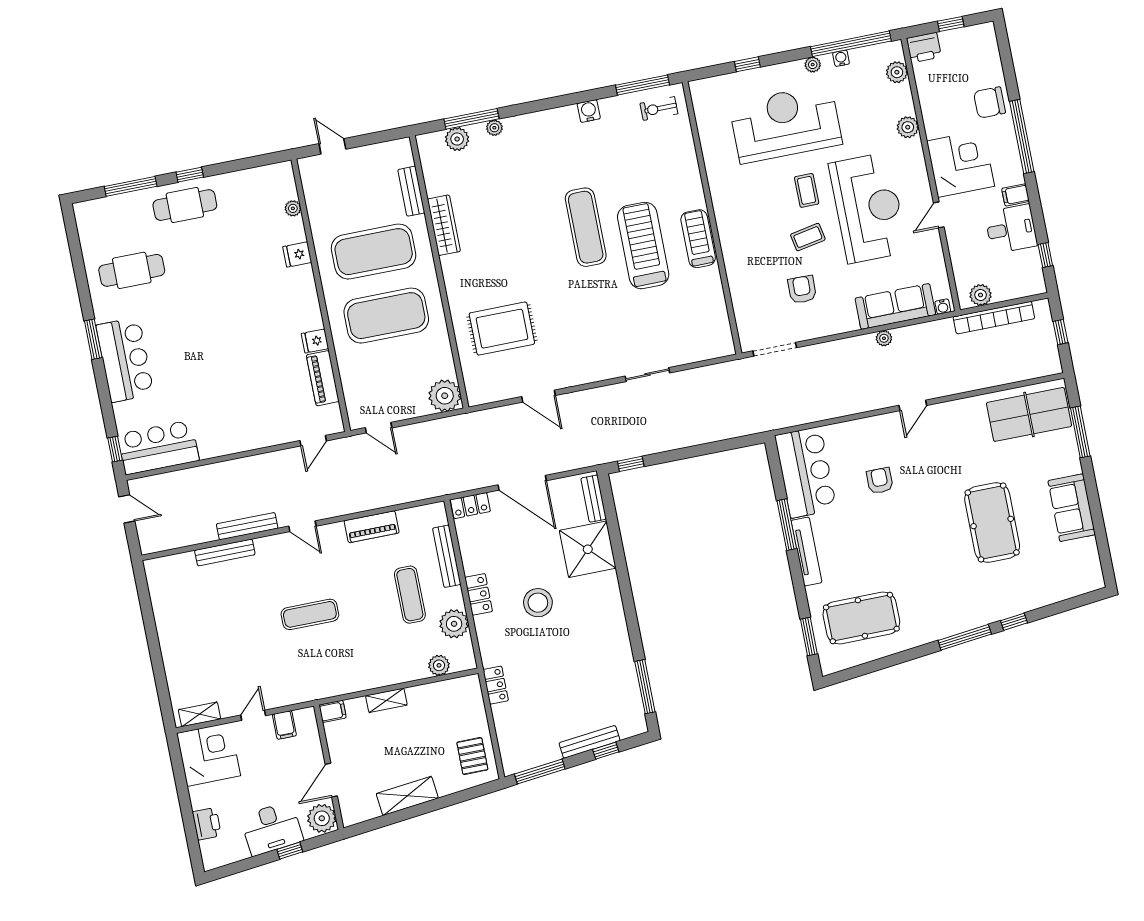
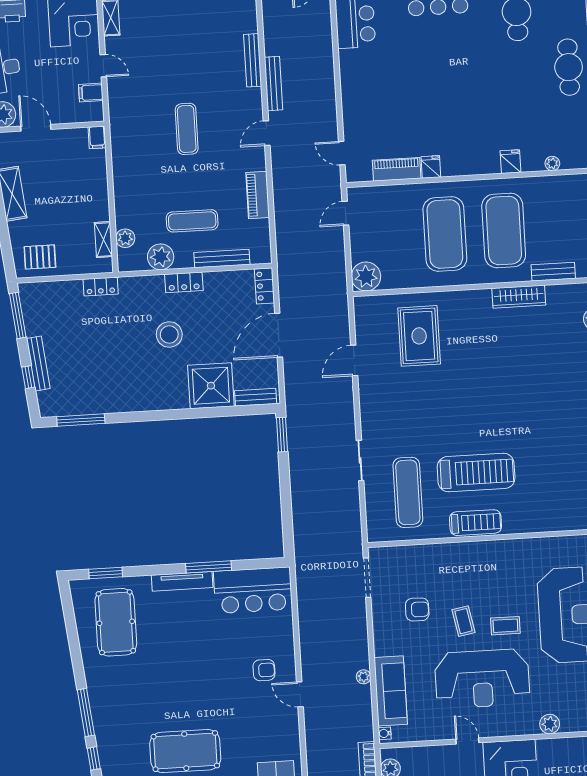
exercise mat: (586, 227) -> (408, 492), moved, turned 90
window: (631, 464) -> (282, 435), width x1.50
armchair: (880, 481) -> (264, 670), moved
shelving: (386, 700) -> (103, 240), moved

